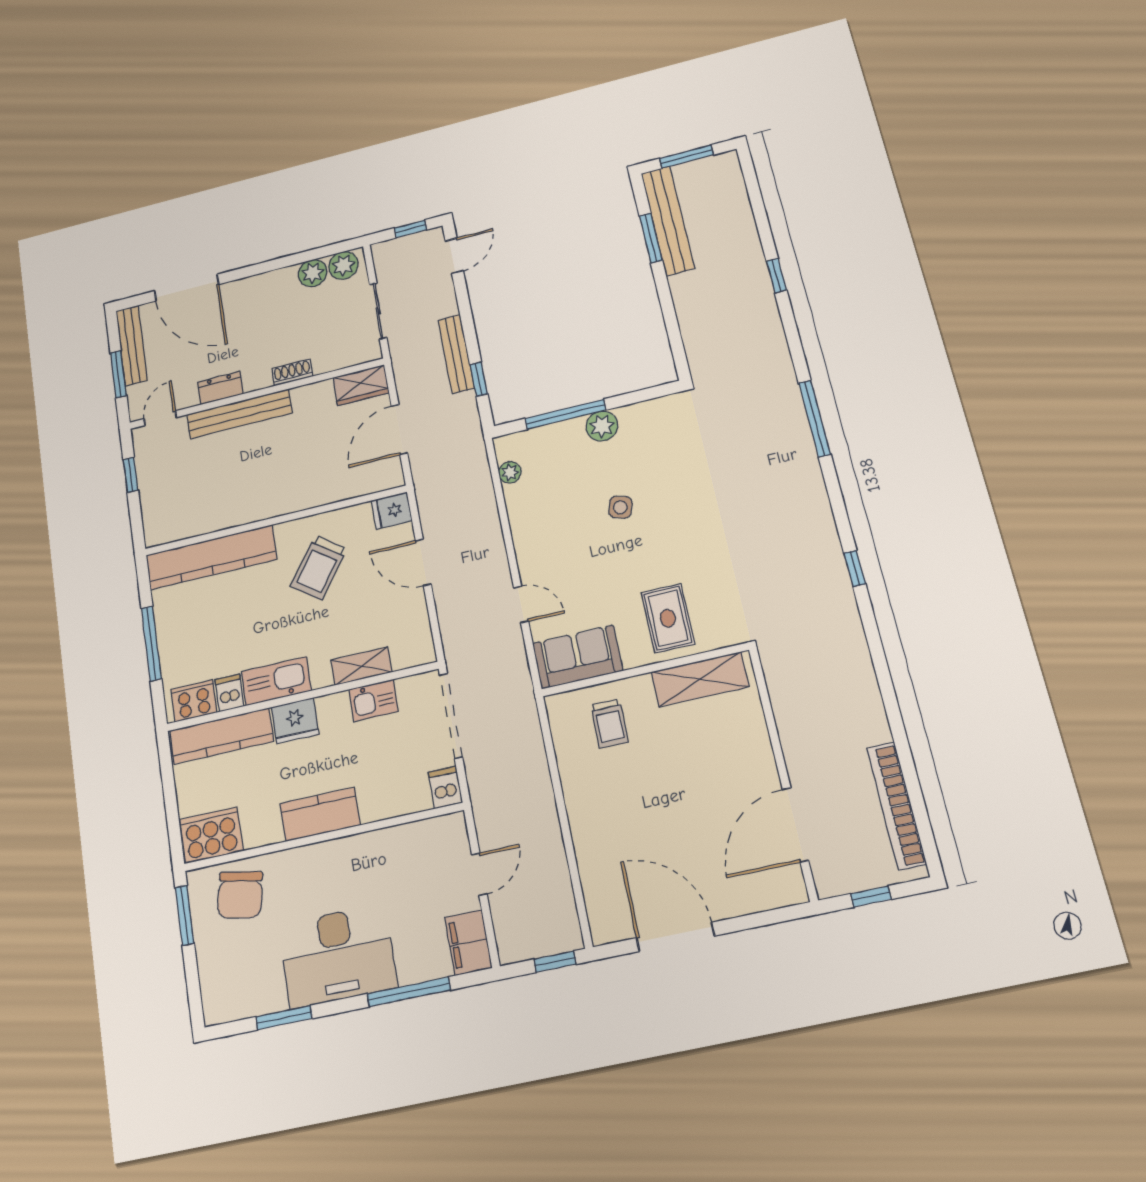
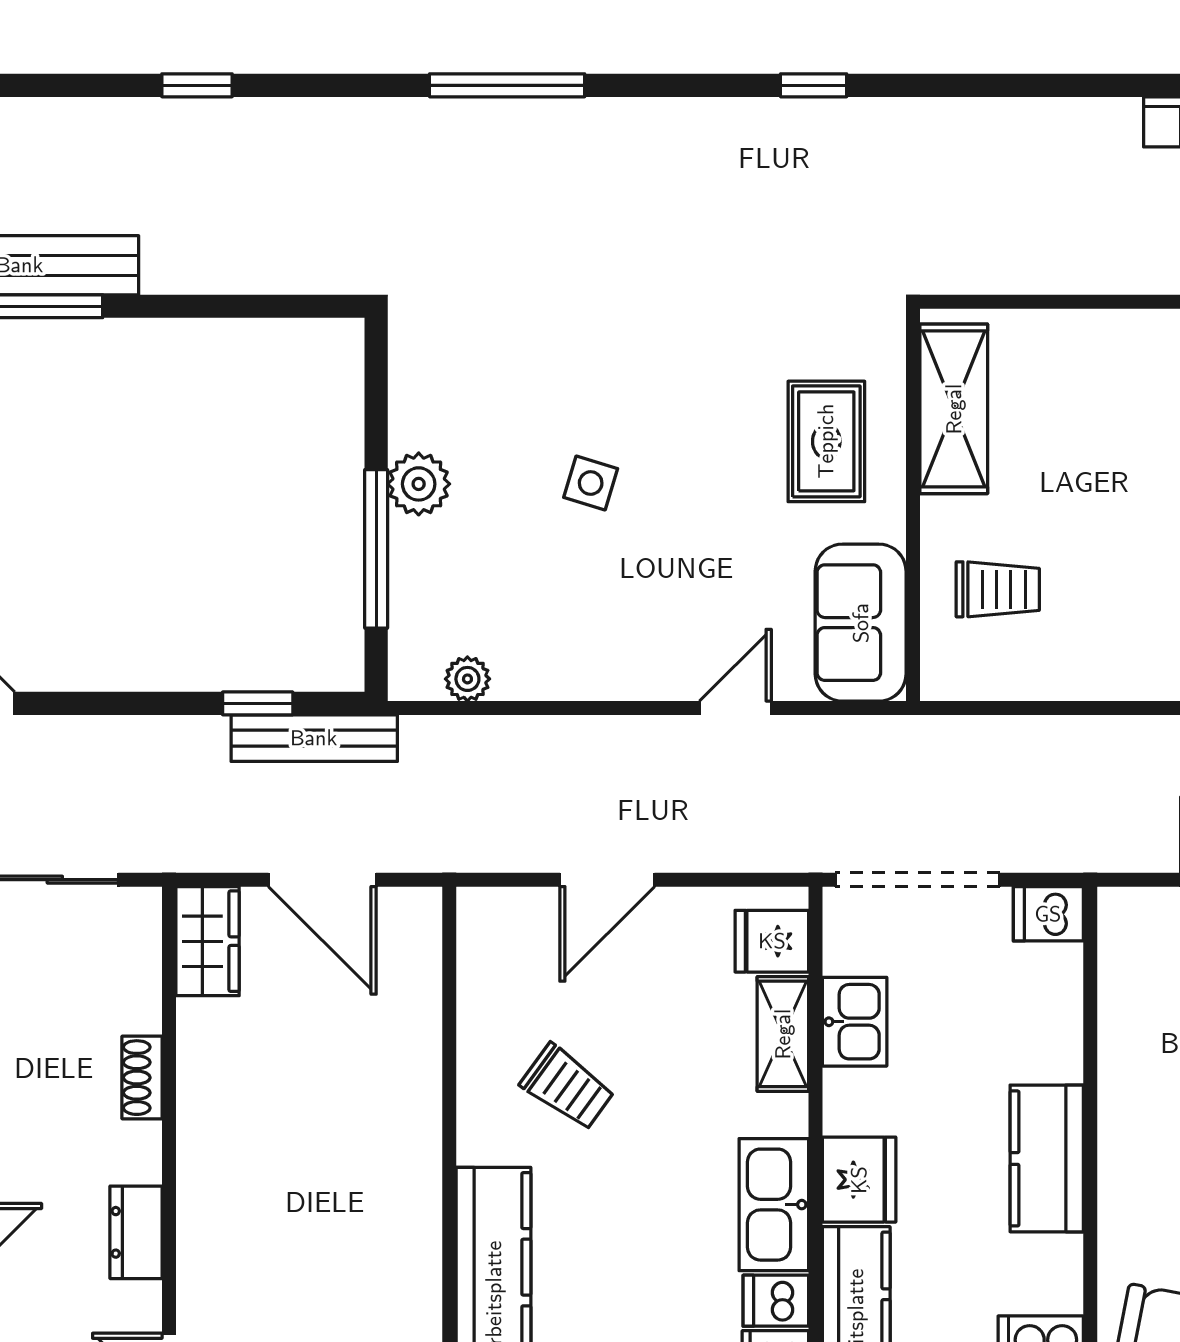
bench: (456, 354) -> (314, 738), moved
bench: (239, 414) -> (203, 1200), removed
fridge: (392, 511) -> (772, 941), moved, turned 90
trolley: (319, 568) -> (567, 1087), width x0.73, depth x0.72
rug: (668, 618) -> (826, 441), turned 90

